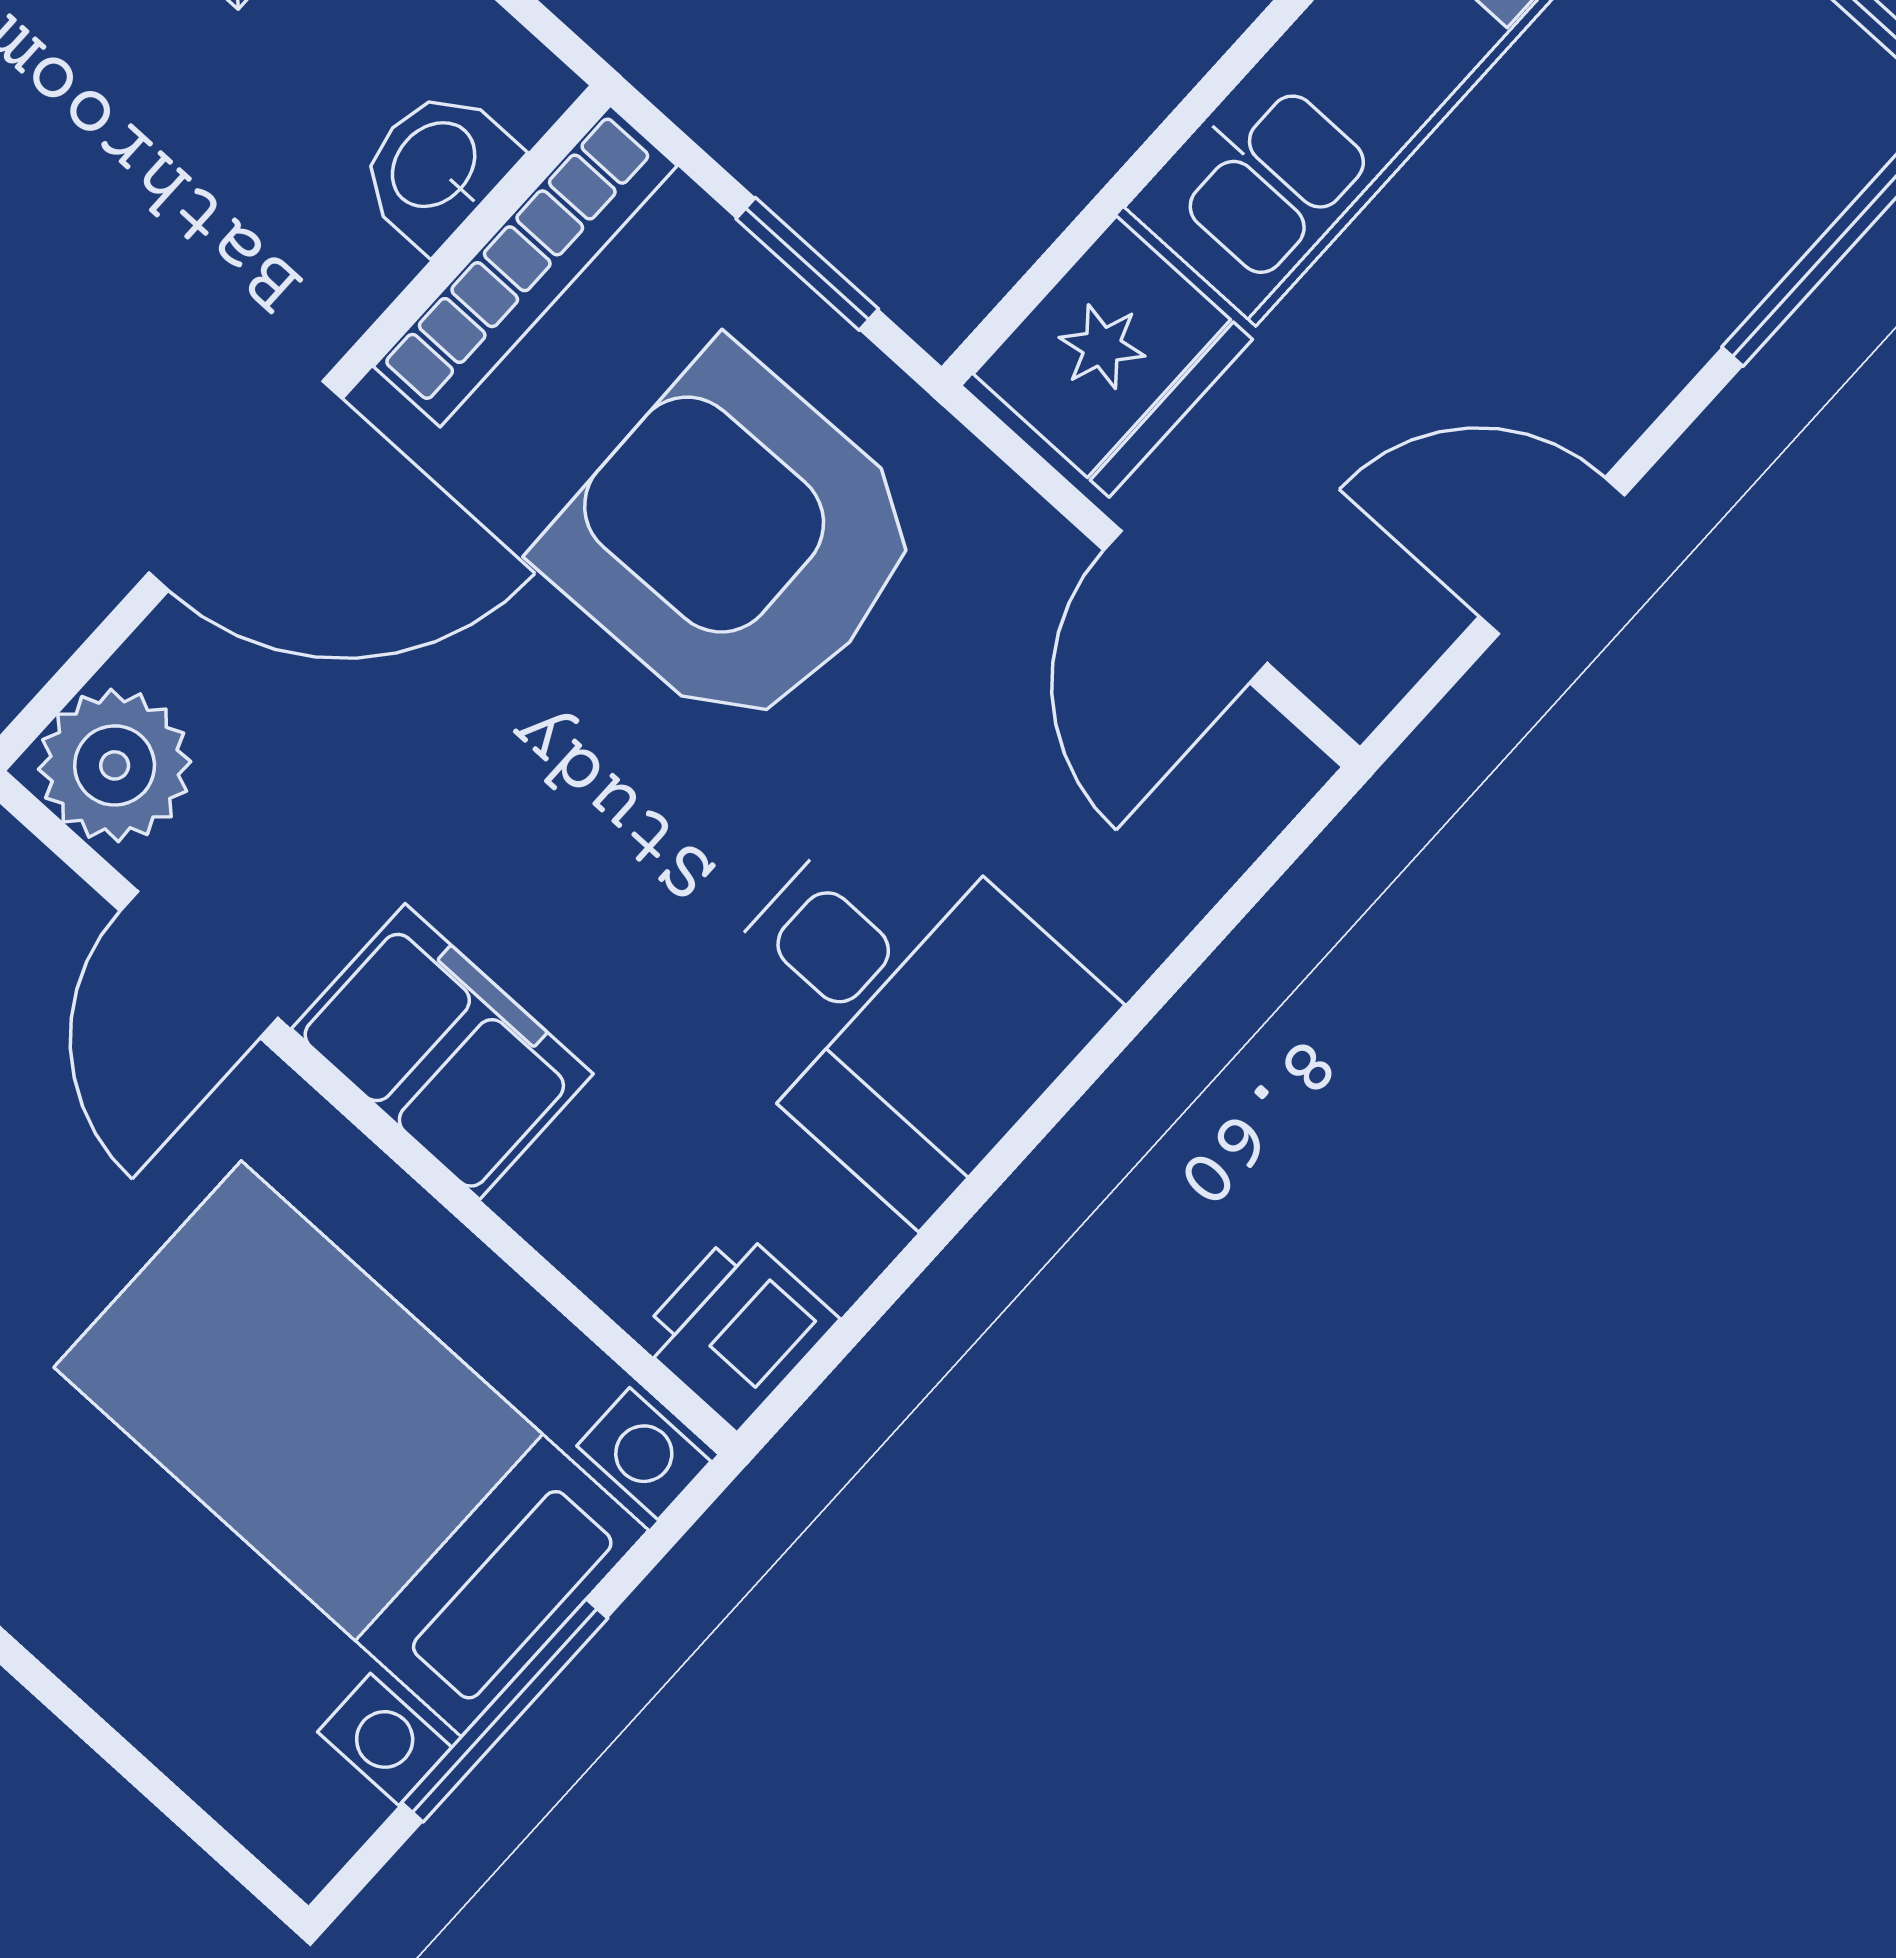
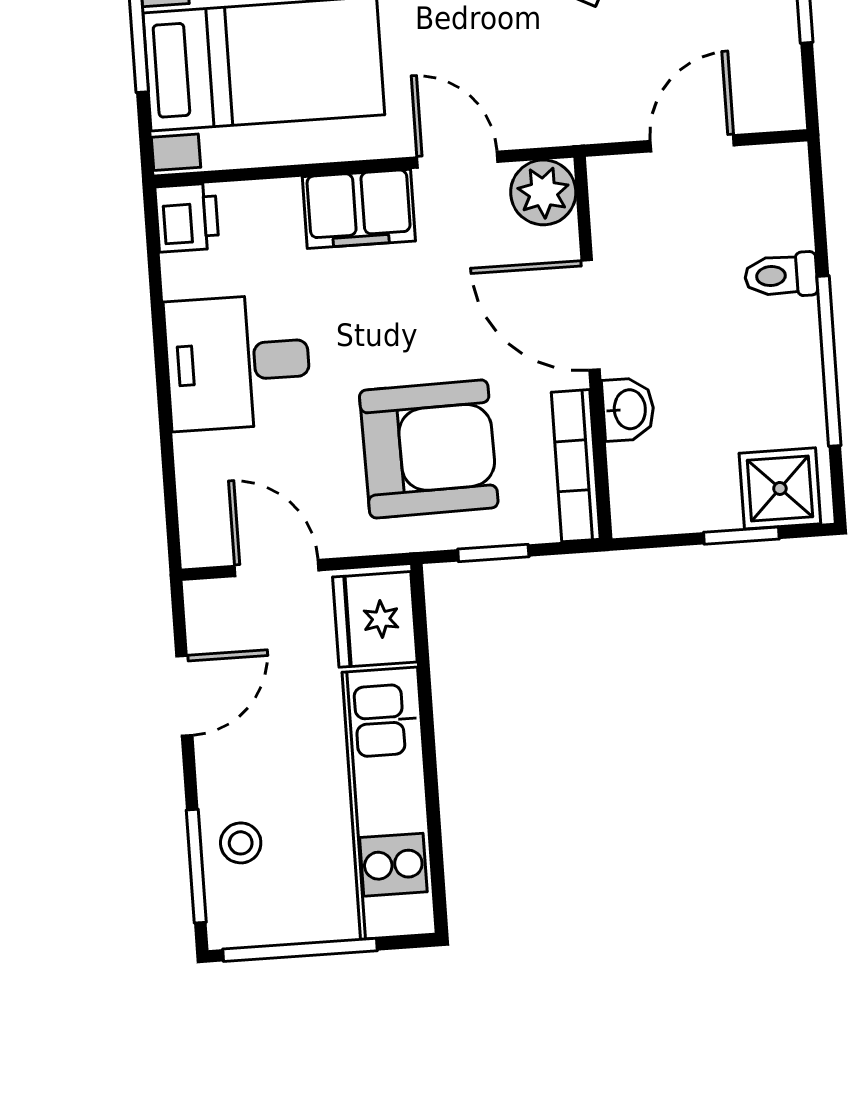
washbasin: (436, 167) -> (628, 409), moved
stool: (1710, 221) -> (241, 843), added
door: (246, 486) -> (591, 315), hinge flipped

